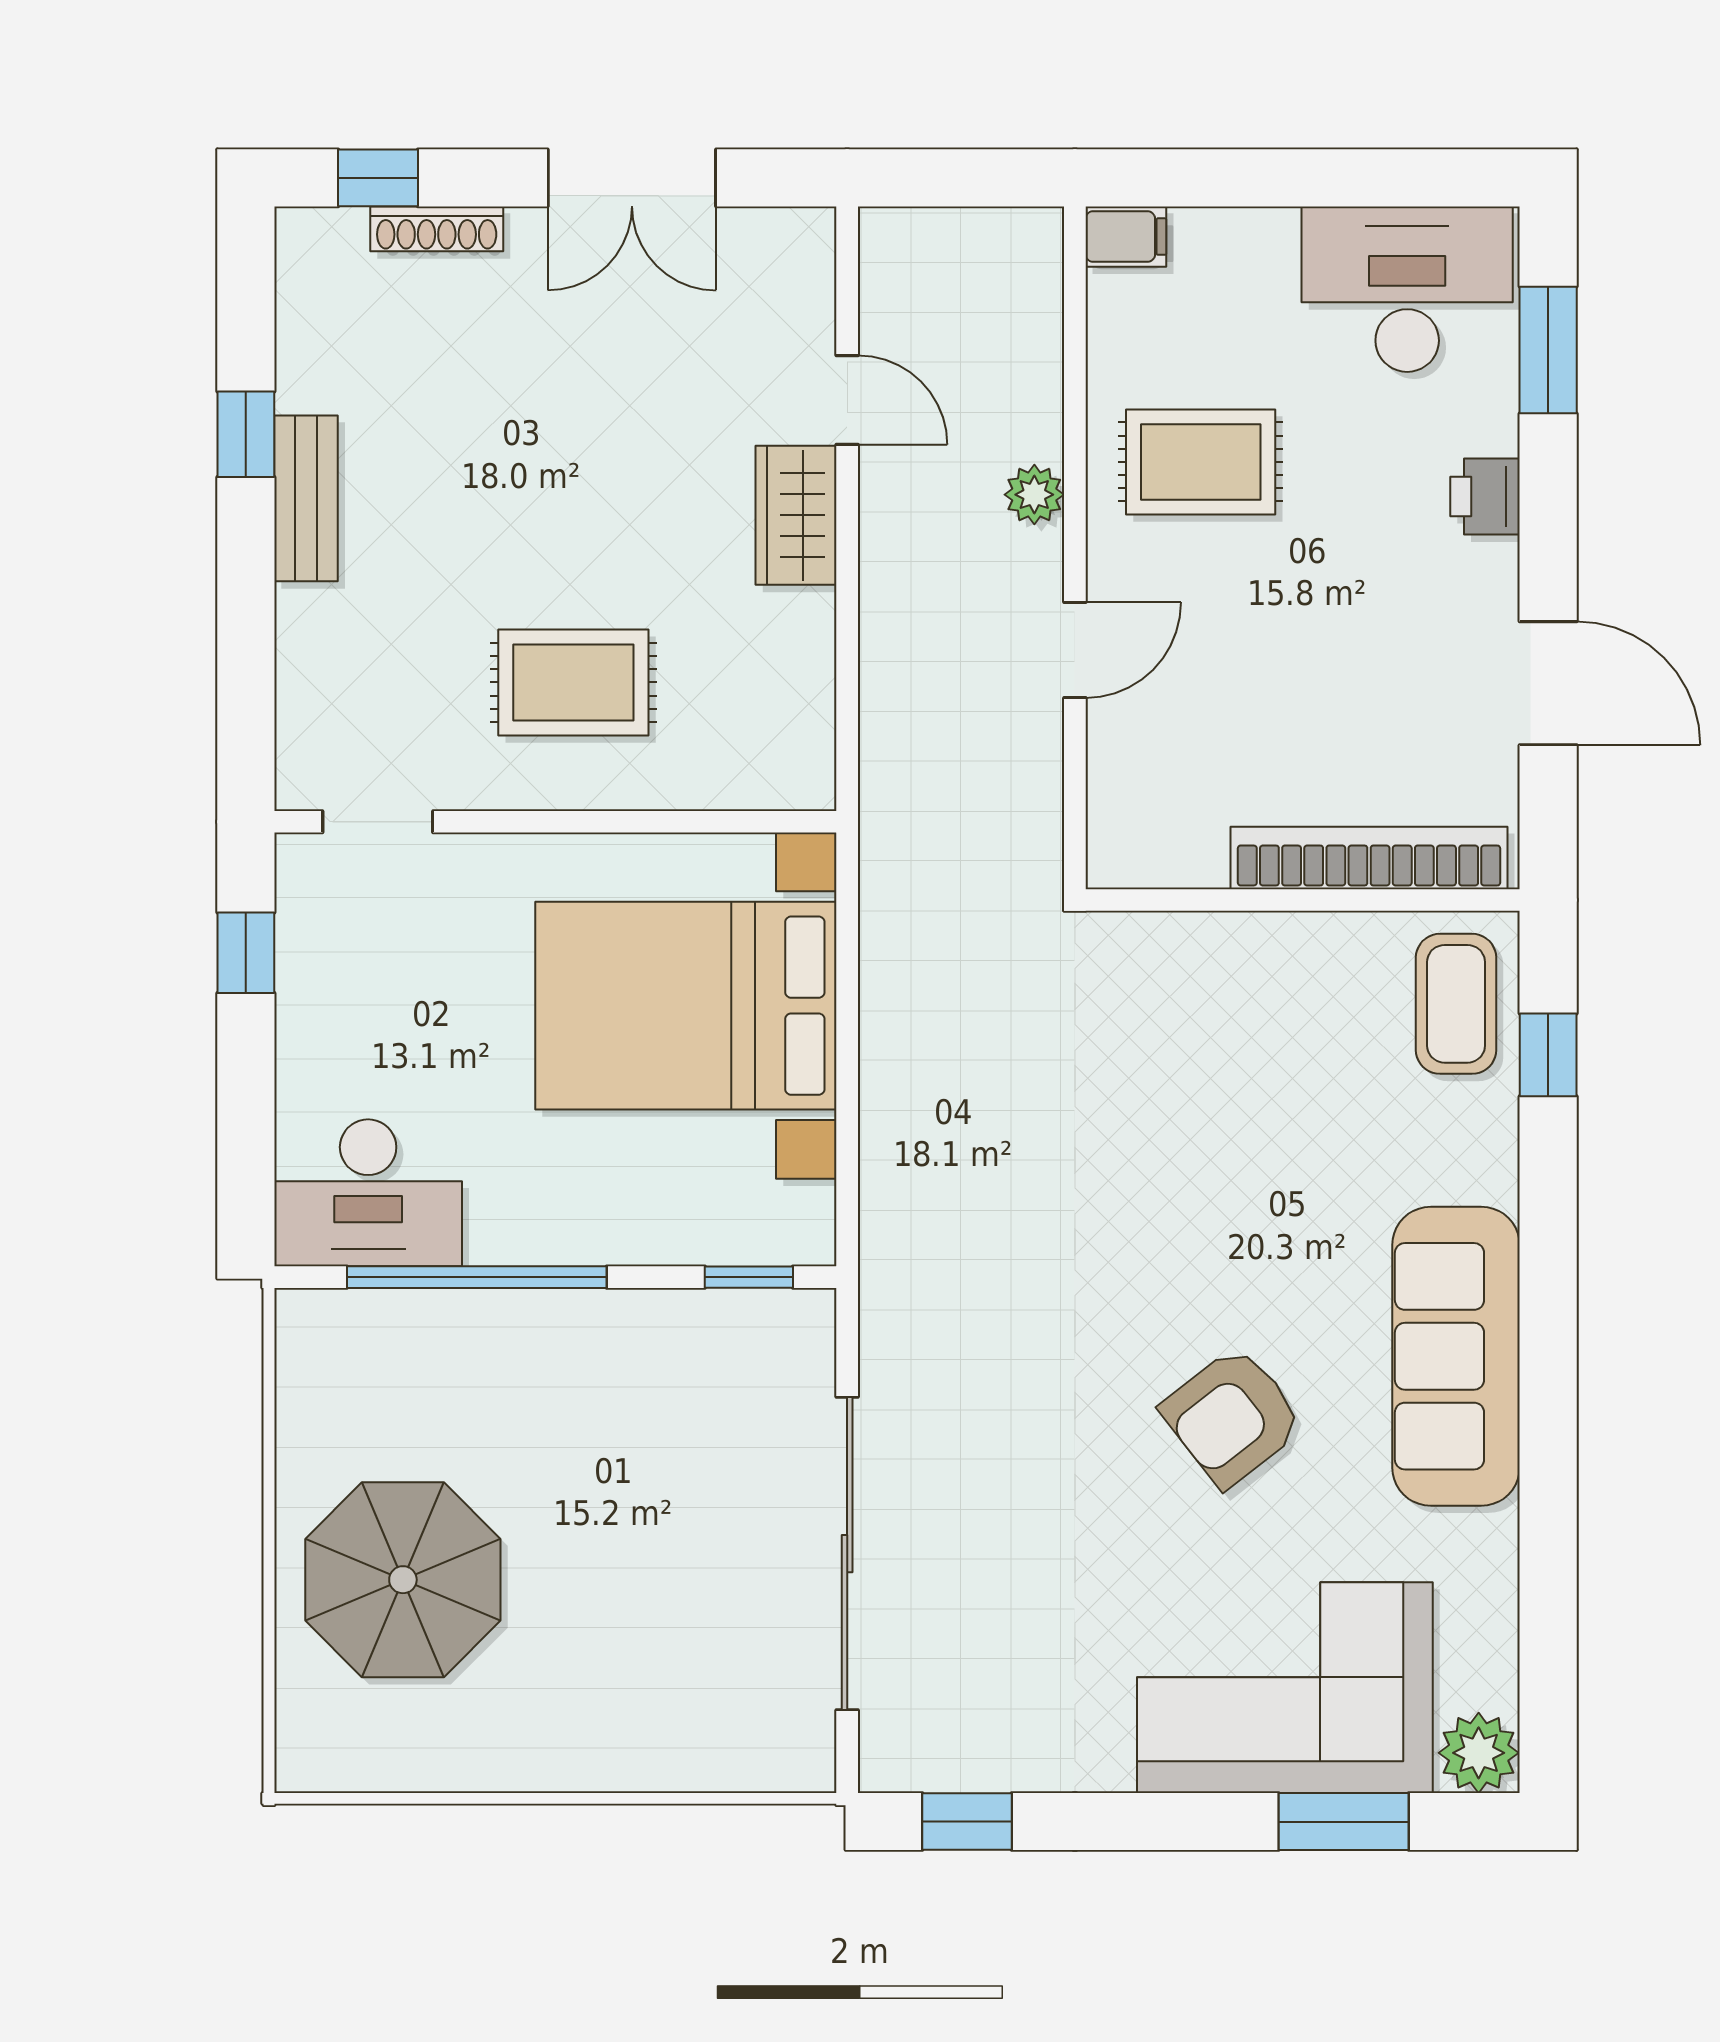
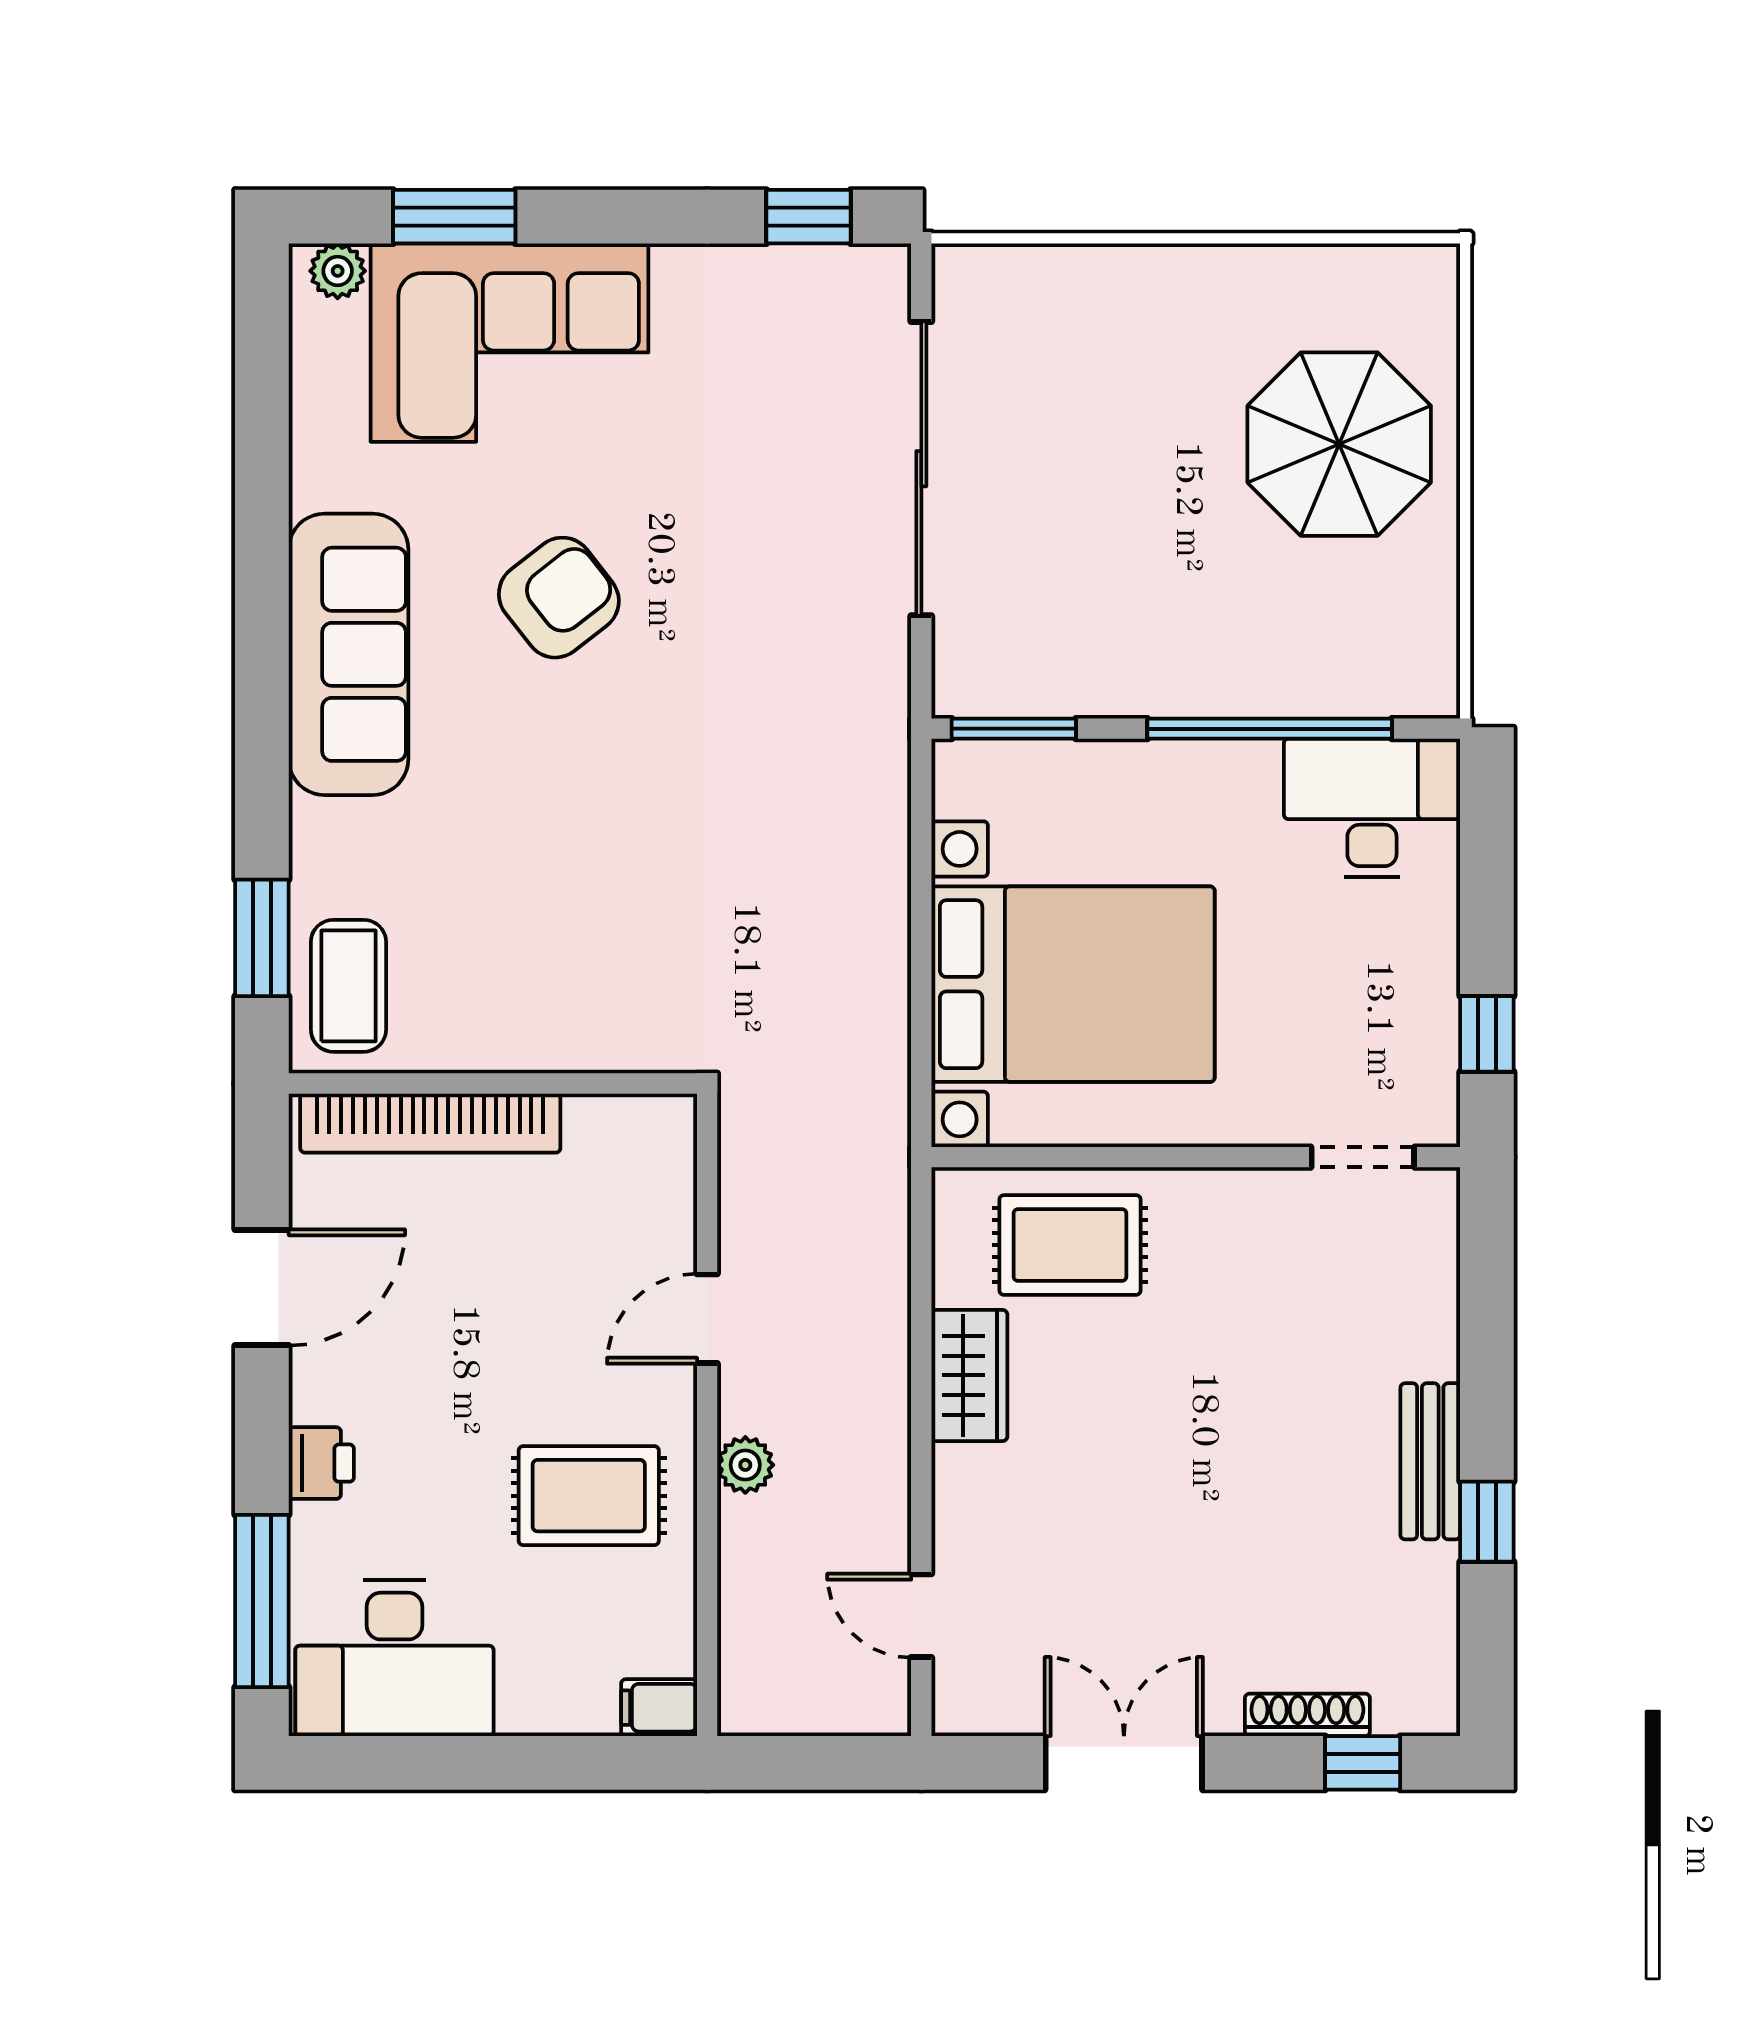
window: (1548, 350) -> (262, 1601), width x1.44
door: (847, 400) -> (921, 1616), moved
wardrobe: (796, 515) -> (969, 1375), moved
rug: (573, 682) -> (1070, 1245), moved
door: (1548, 683) -> (262, 1288), swing flipped
window: (1548, 1055) -> (262, 938), width x1.50
window: (749, 1277) -> (1014, 729), width x1.50
plant: (1479, 1753) -> (338, 271), width x0.73, depth x0.73

